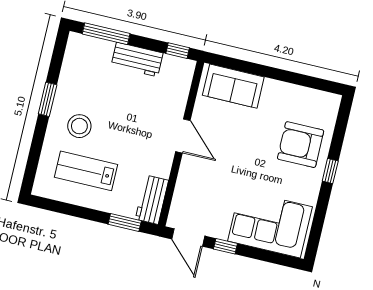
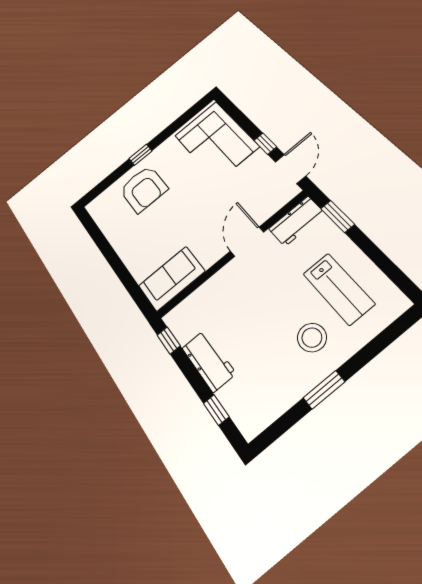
window: (106, 34) -> (216, 410), width x0.46
sofa: (233, 86) -> (172, 279), moved, turned -90
door: (183, 136) -> (247, 242), moved

